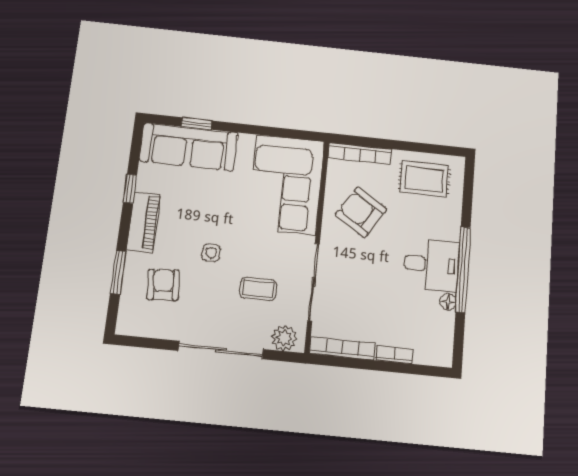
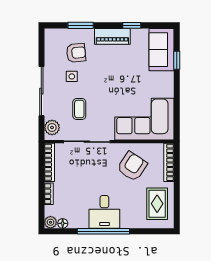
sofa: (189, 147) -> (162, 50), width x0.73
side table: (211, 253) -> (72, 76), moved
floor lamp: (448, 302) -> (63, 223), moved
plant: (442, 356) -> (50, 222), added

